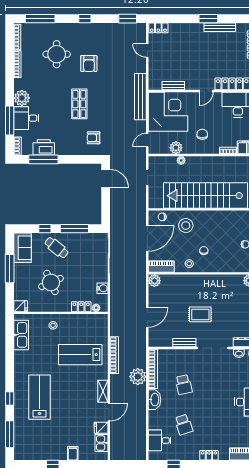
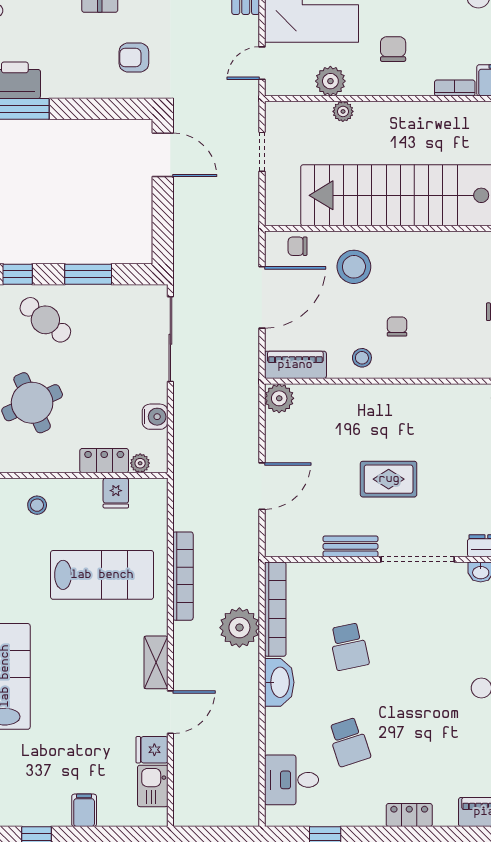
window: (74, 229) -> (88, 274), width x0.69
fridge: (86, 320) -> (116, 493), added
lab bench: (80, 355) -> (102, 575), turned 180

